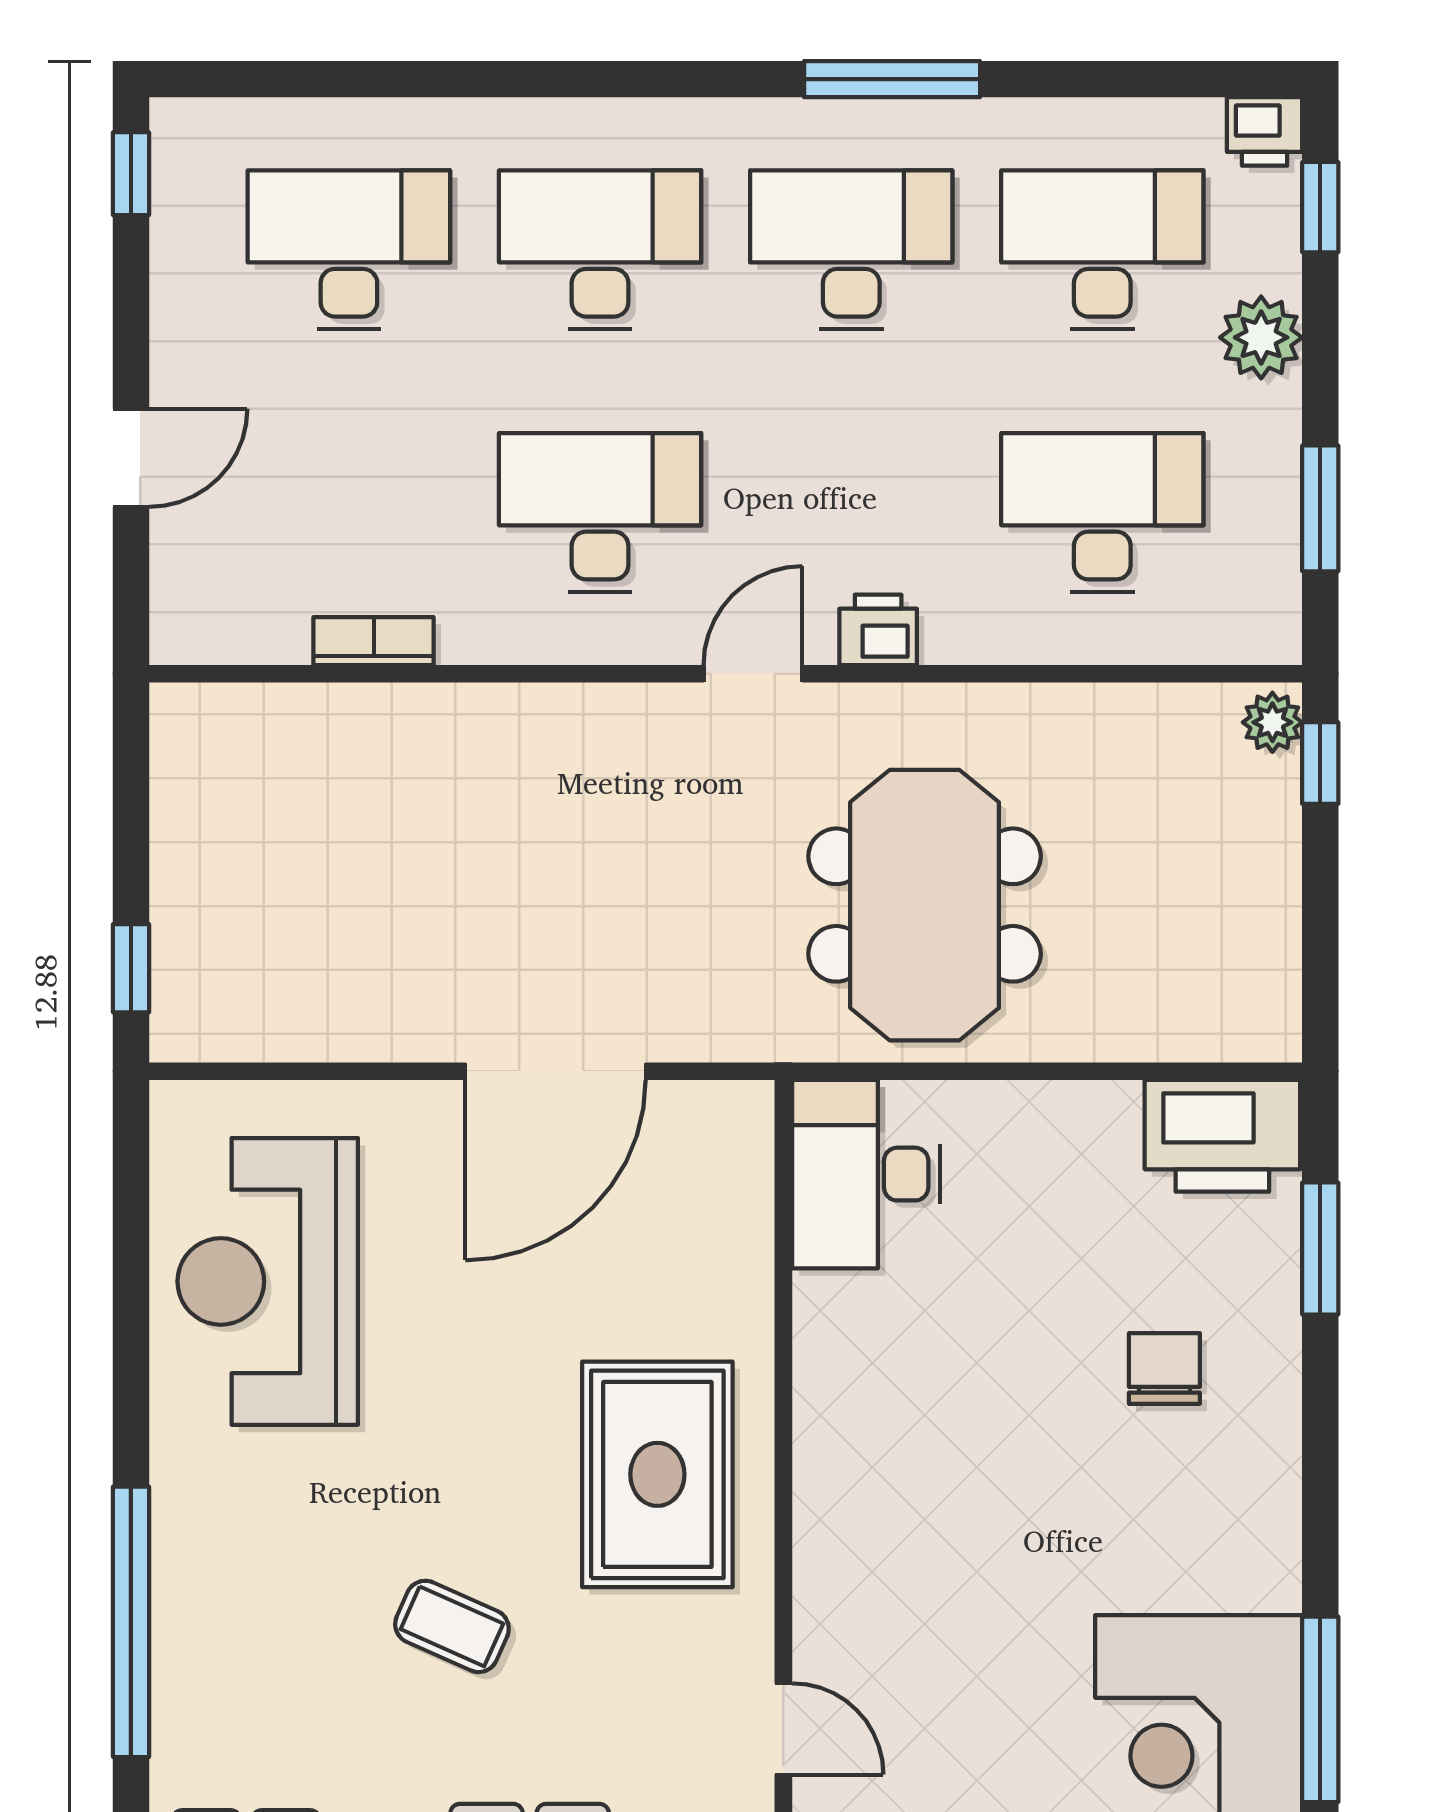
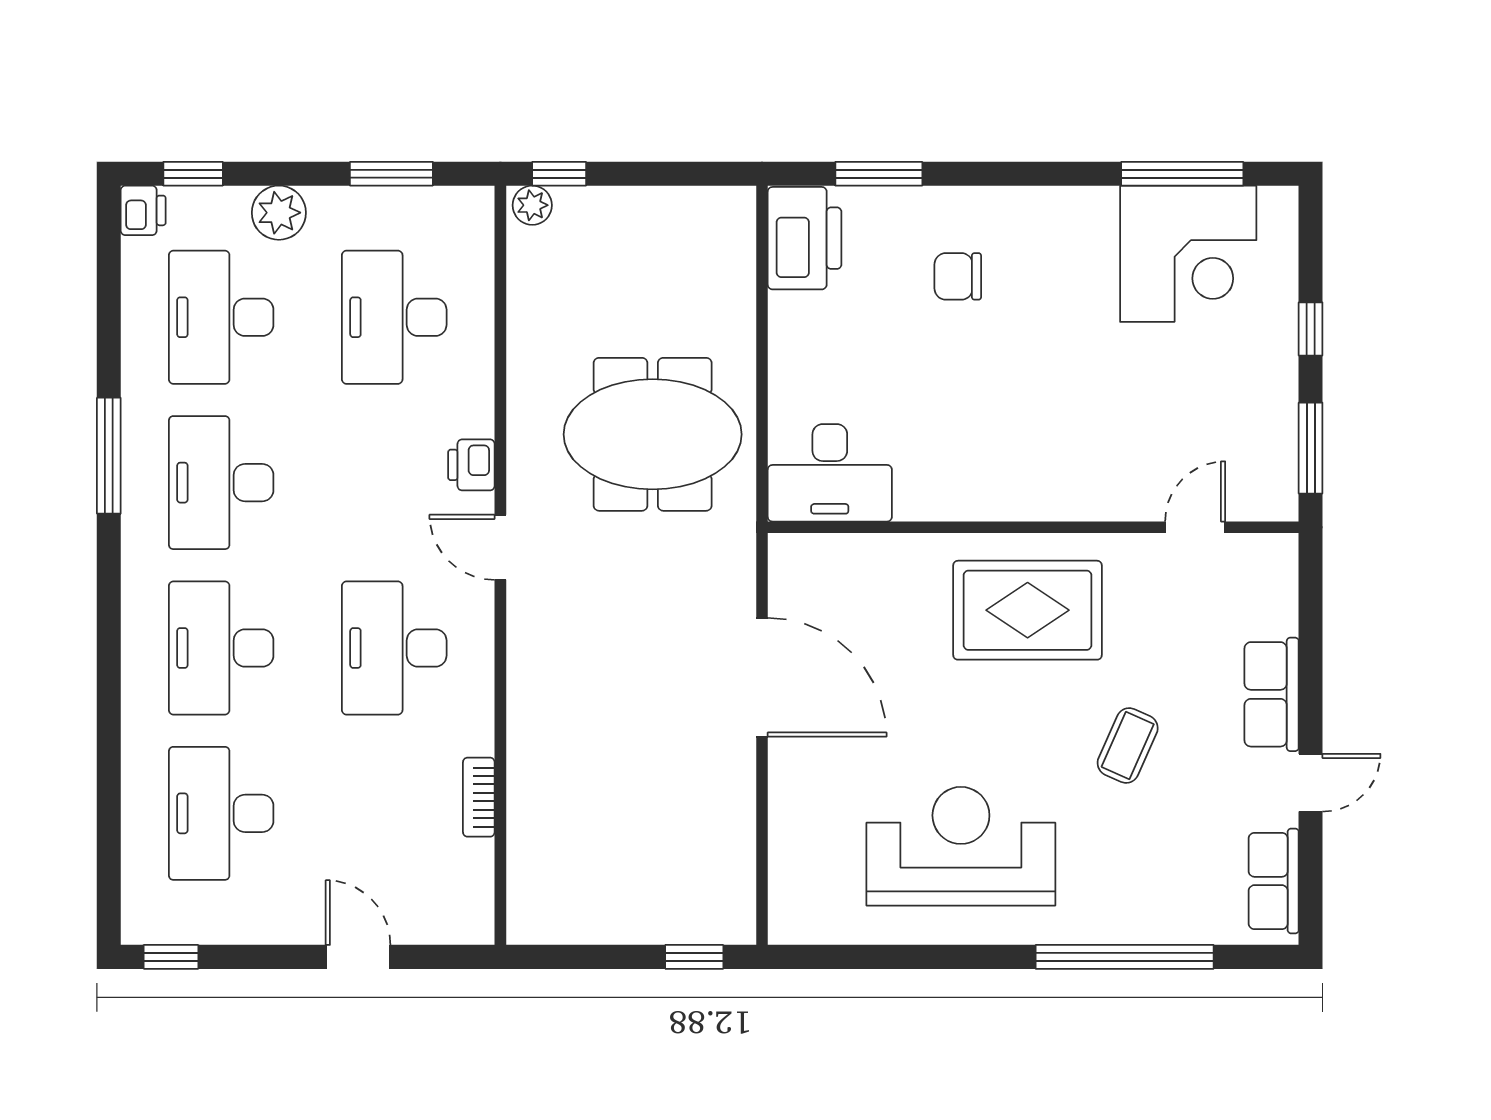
reception desk: (268, 1281) -> (961, 846), moved, turned 180

